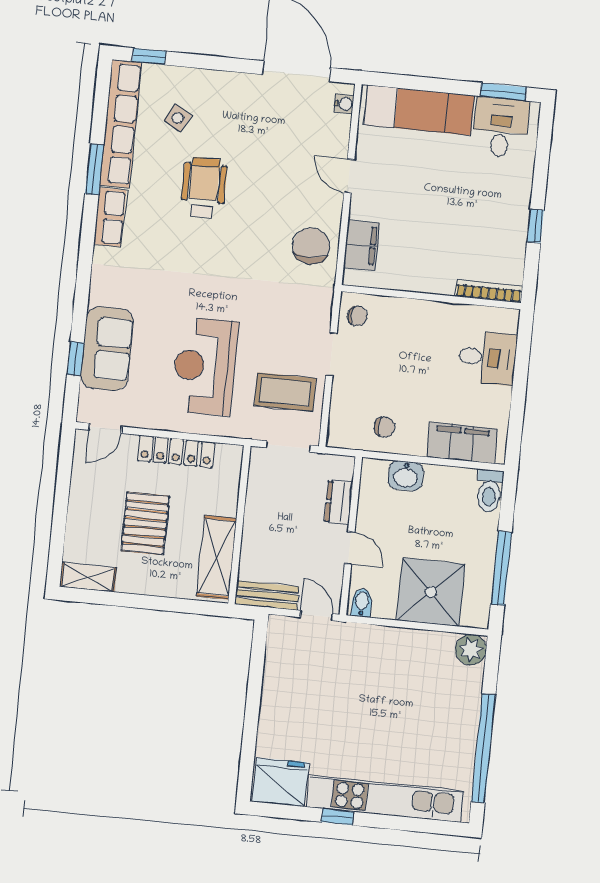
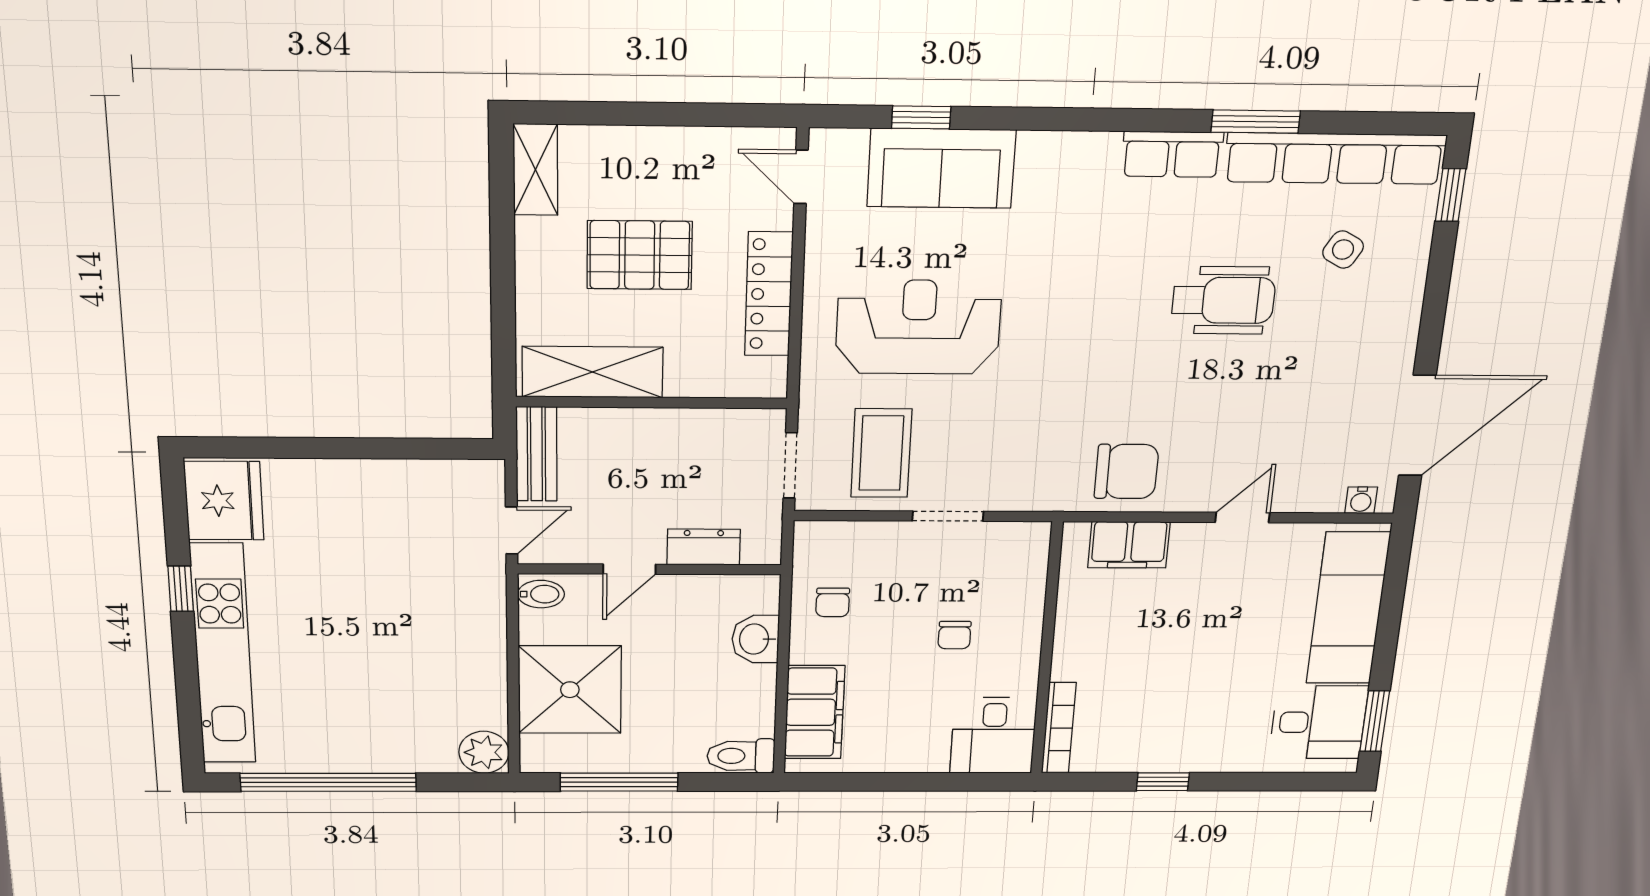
chair: (357, 316) -> (955, 635), moved
desk: (488, 358) -> (993, 735), moved

